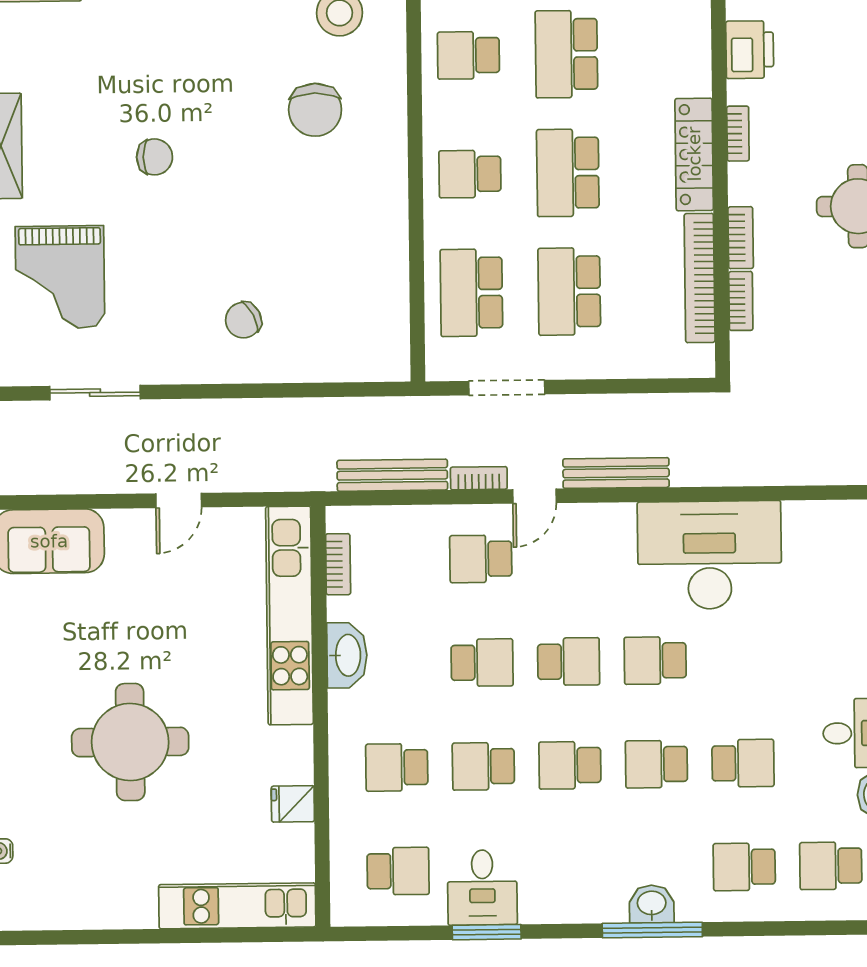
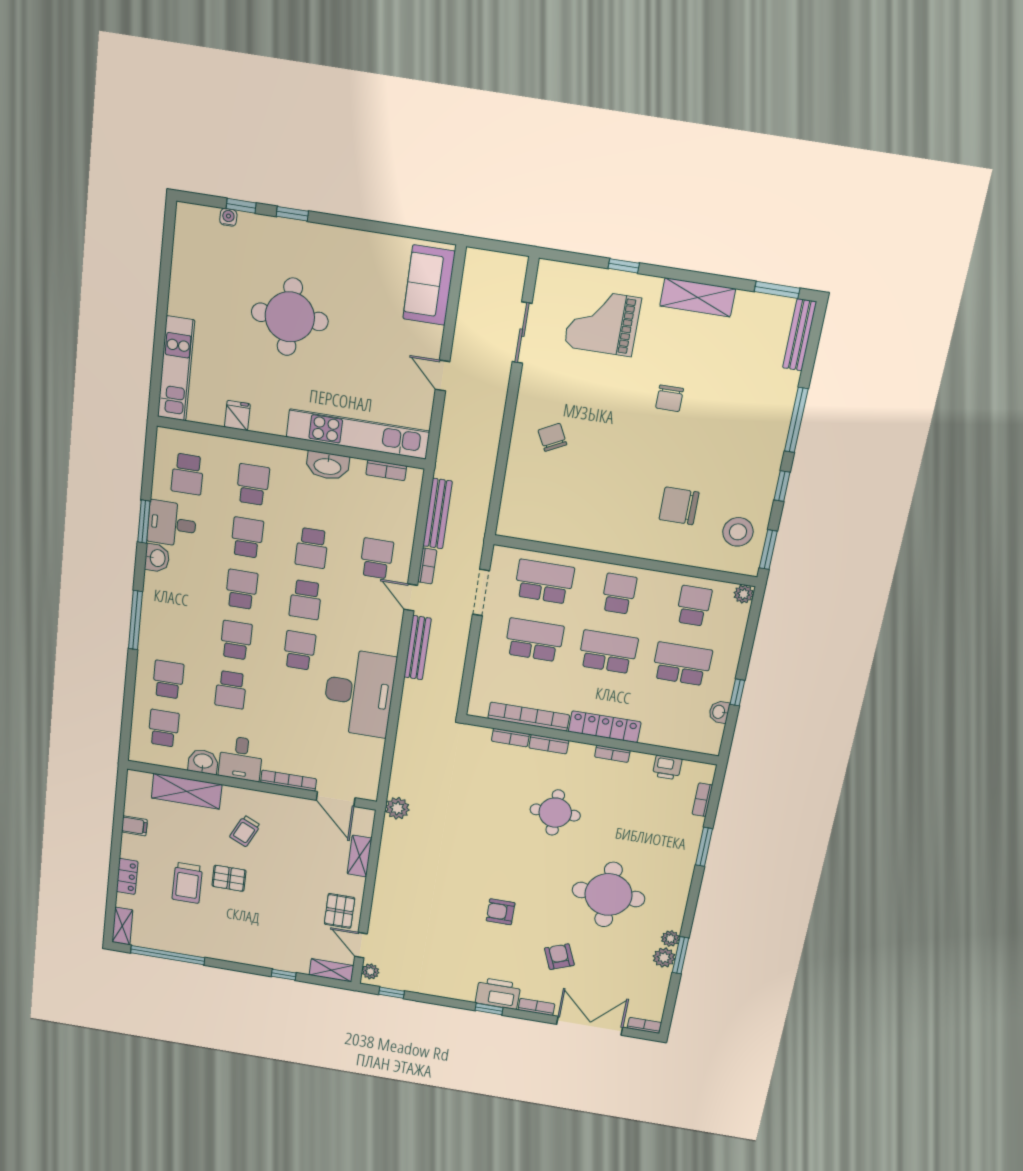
printer: (750, 50) -> (667, 767), width x0.73, depth x0.81
washbasin: (652, 904) -> (157, 558), moved

